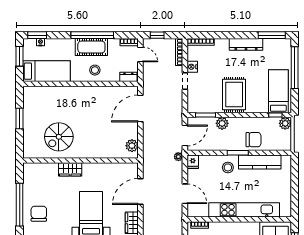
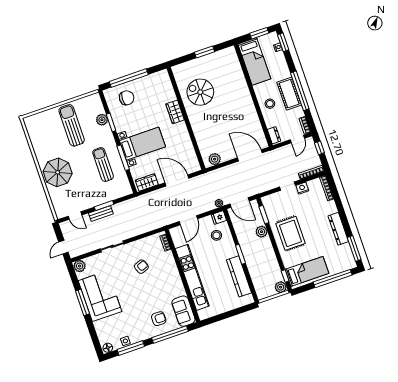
rug: (234, 95) -> (291, 233), turned 90
chair: (253, 140) -> (257, 264), removed
stool: (228, 167) -> (216, 235), moved

